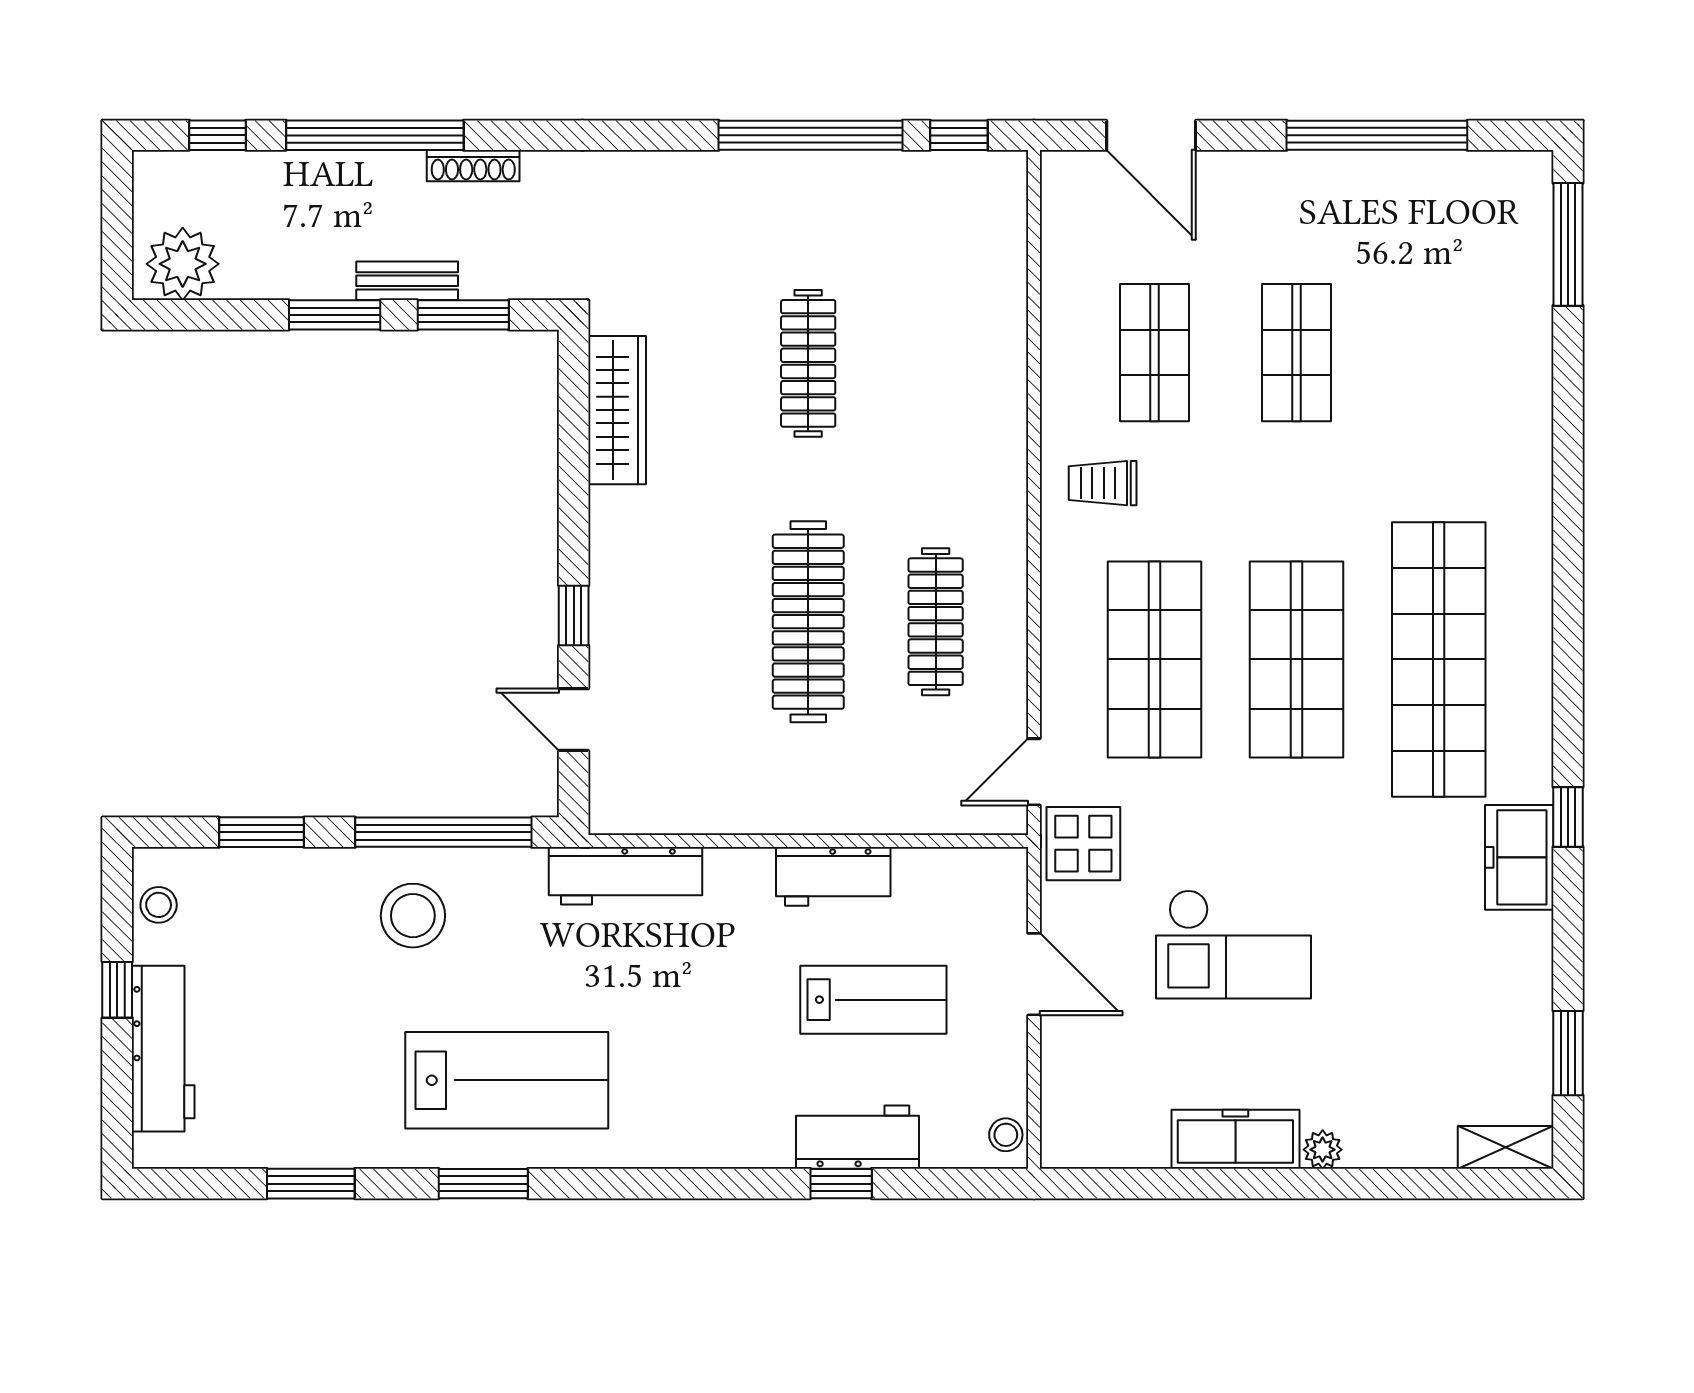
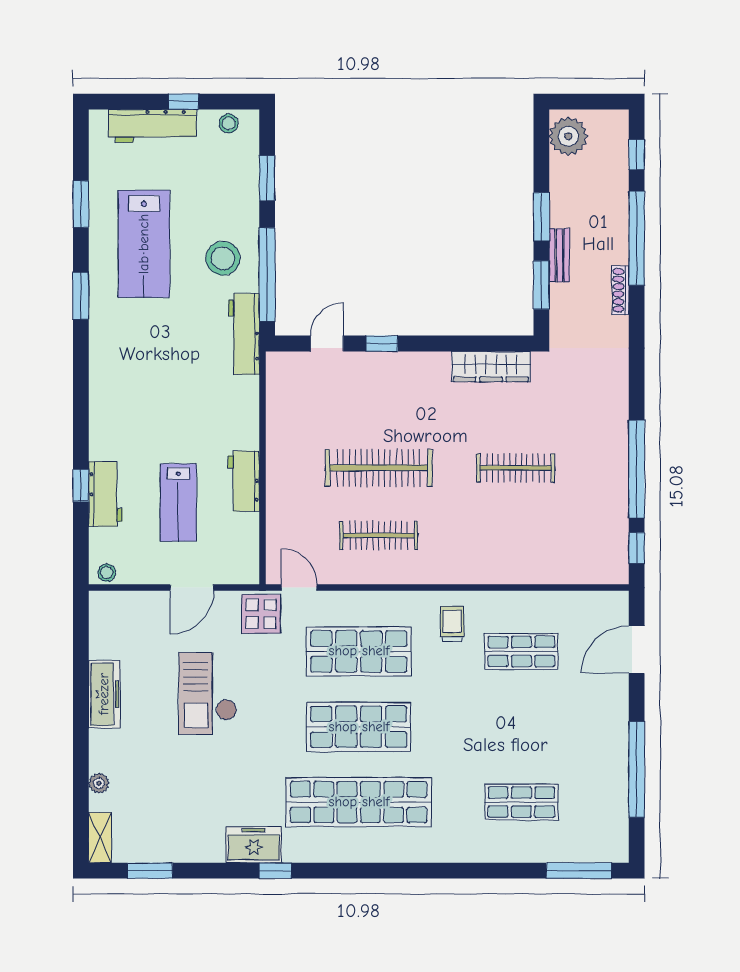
shop shelf: (1297, 353) -> (521, 802), moved
workbench: (626, 876) -> (244, 334), moved
lab bench: (507, 1080) -> (144, 244), moved
plant: (1323, 1150) -> (99, 783), moved

